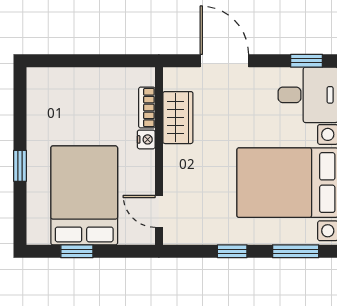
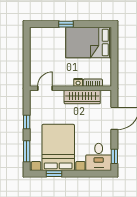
wardrobe: (178, 118) -> (82, 97), width x1.50
bed: (84, 195) -> (89, 43), moved, turned 180
window: (77, 251) -> (27, 50), removed

